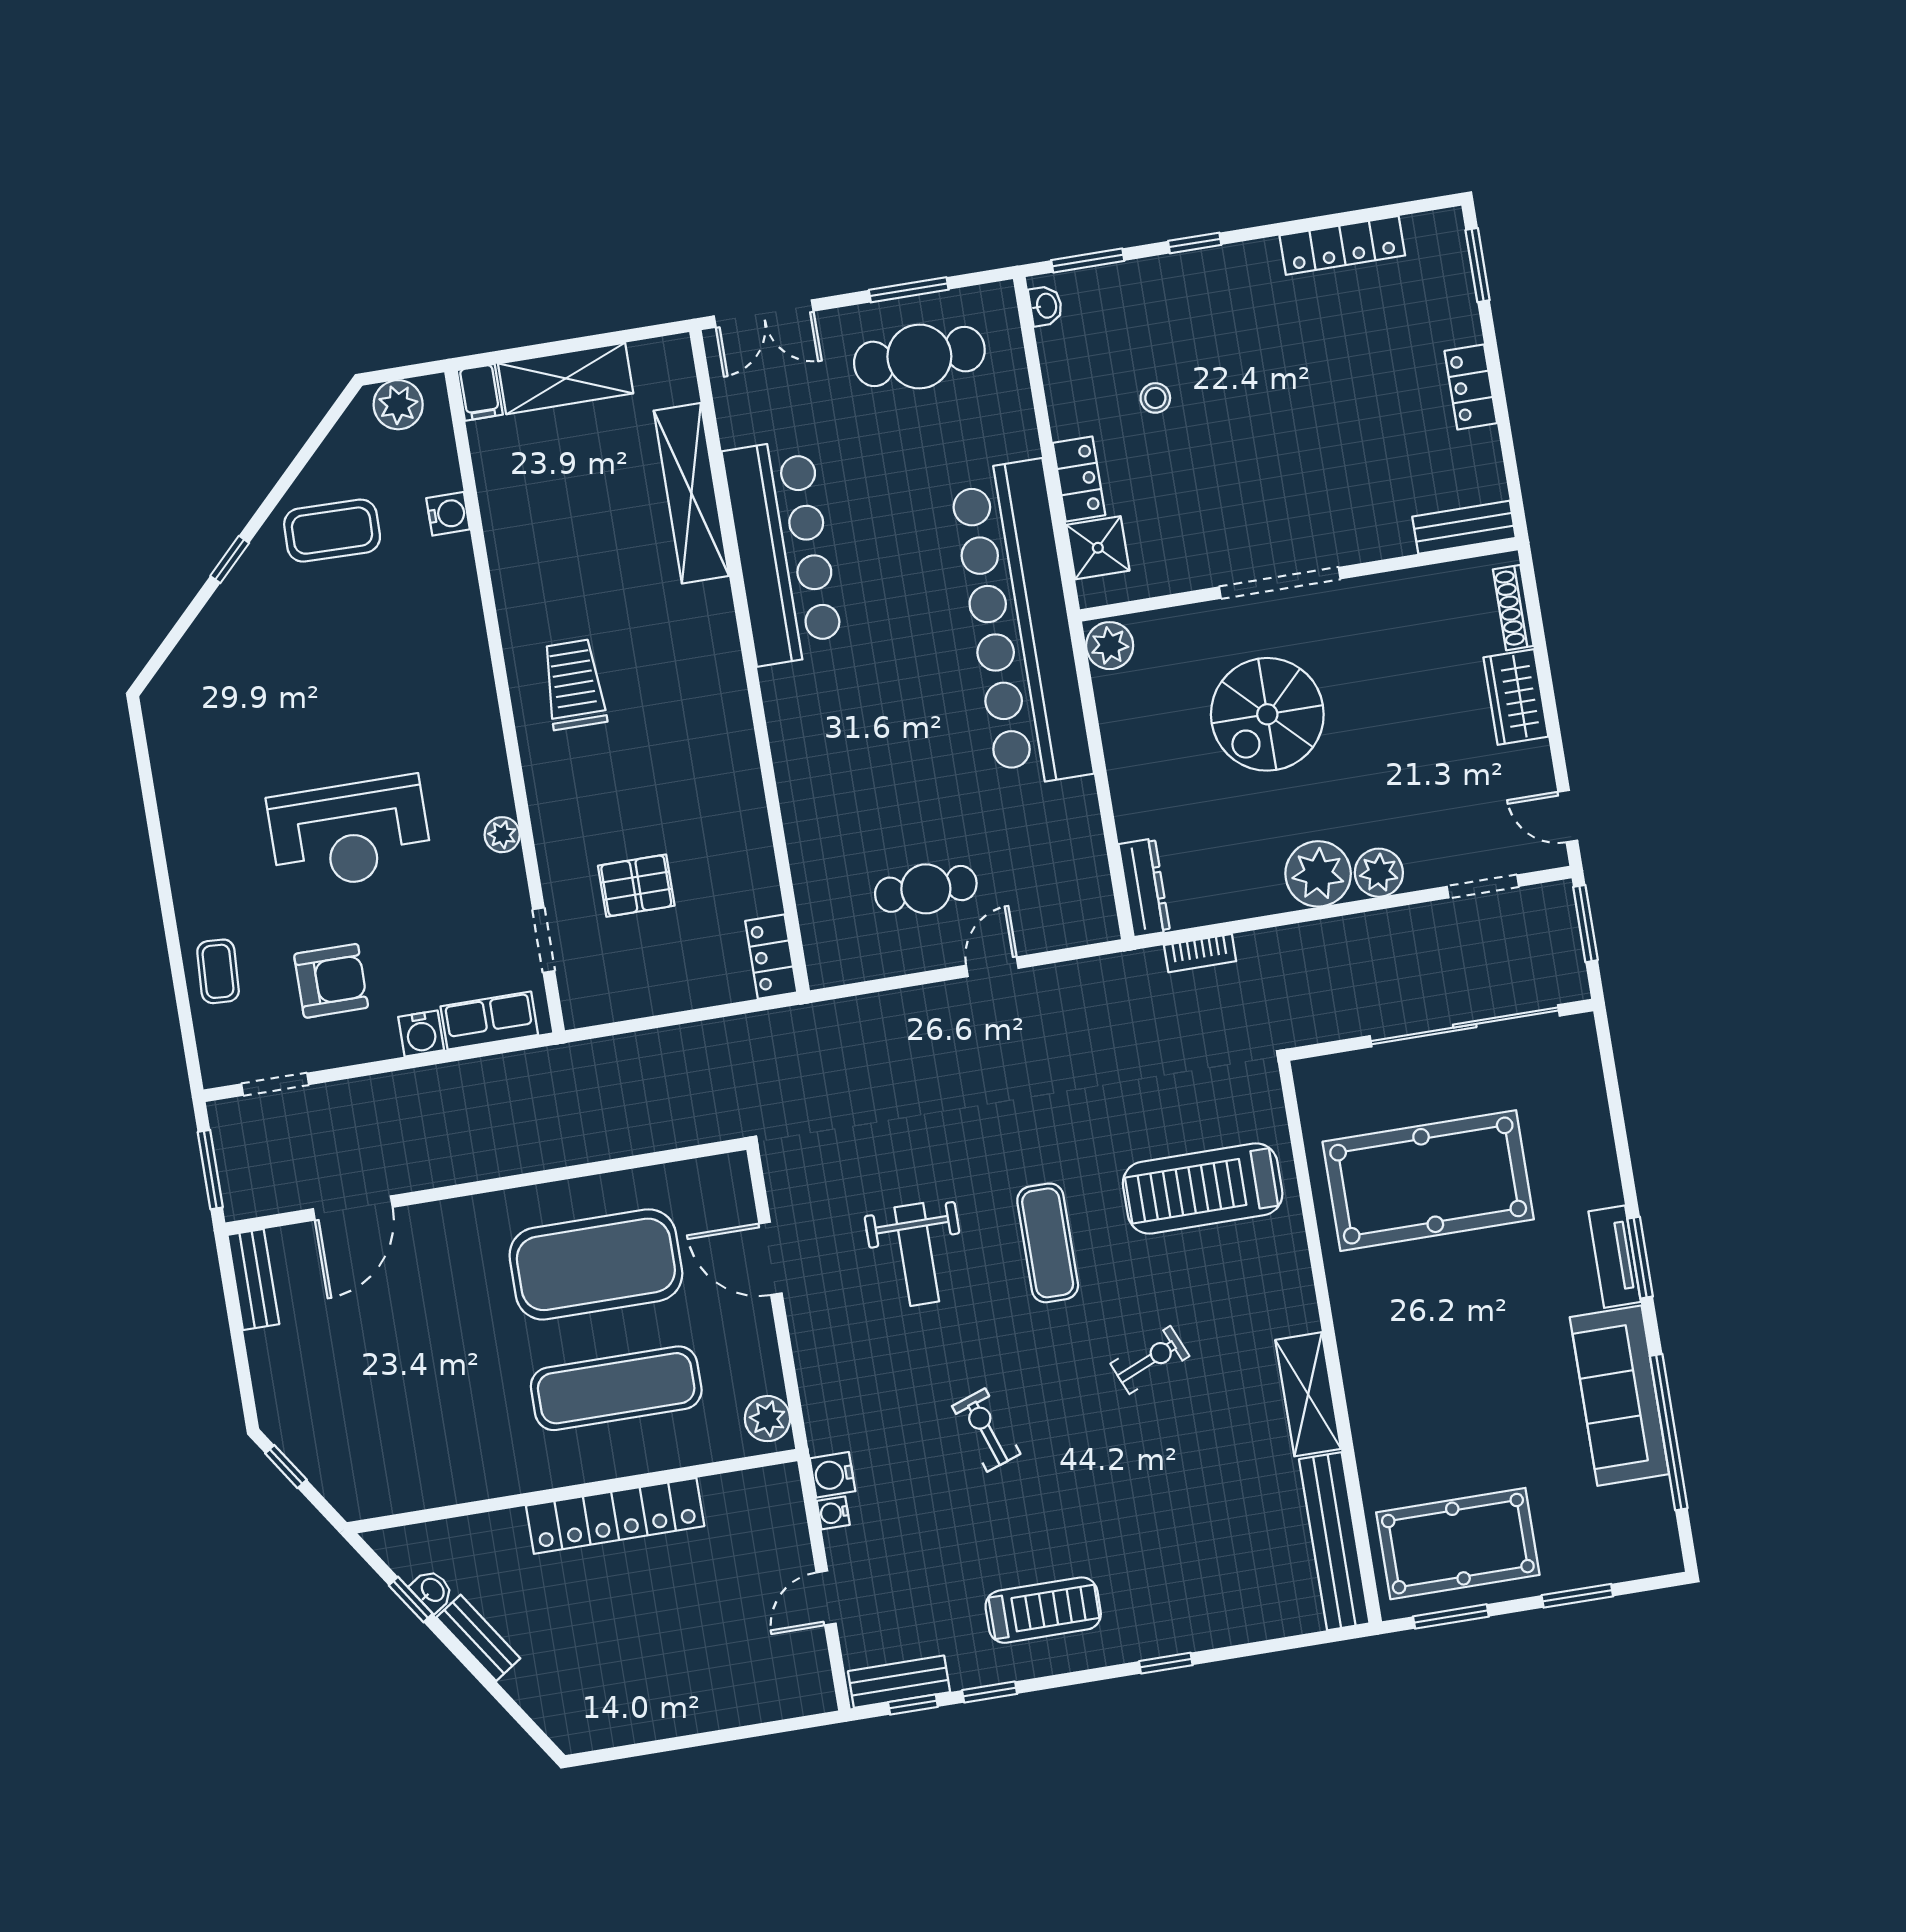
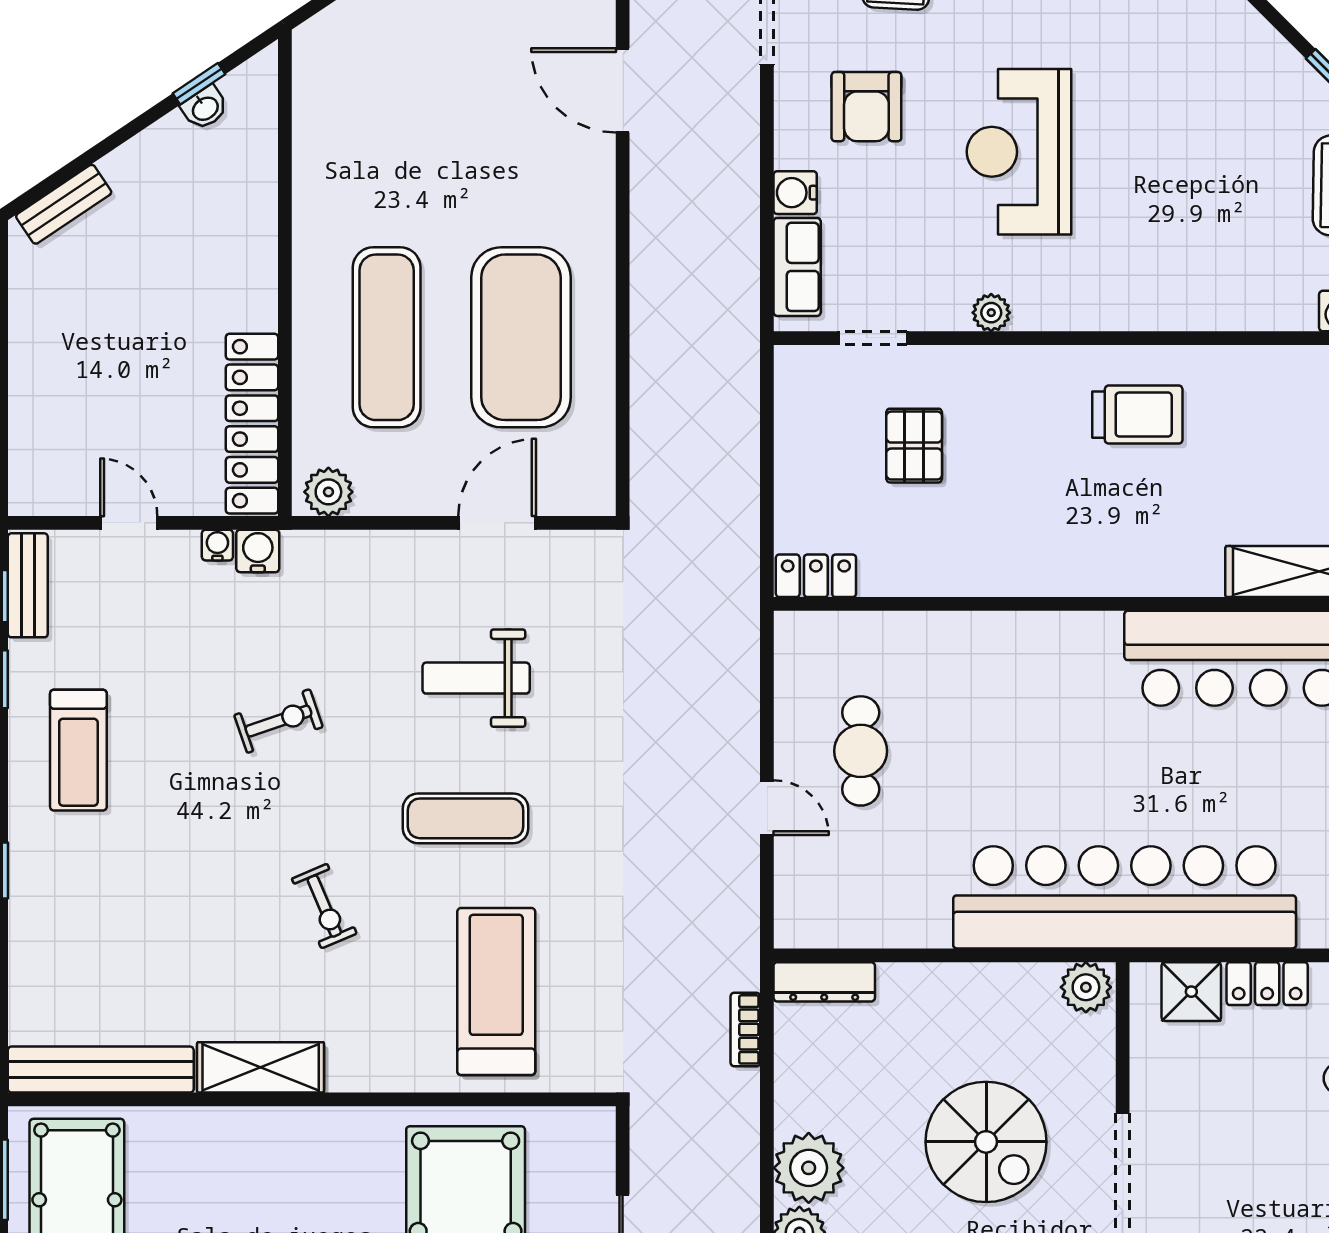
spiral stairs: (1267, 714) -> (986, 1142), turned 180
locker: (615, 1516) -> (252, 424), moved
bench: (478, 1638) -> (64, 204), moved

